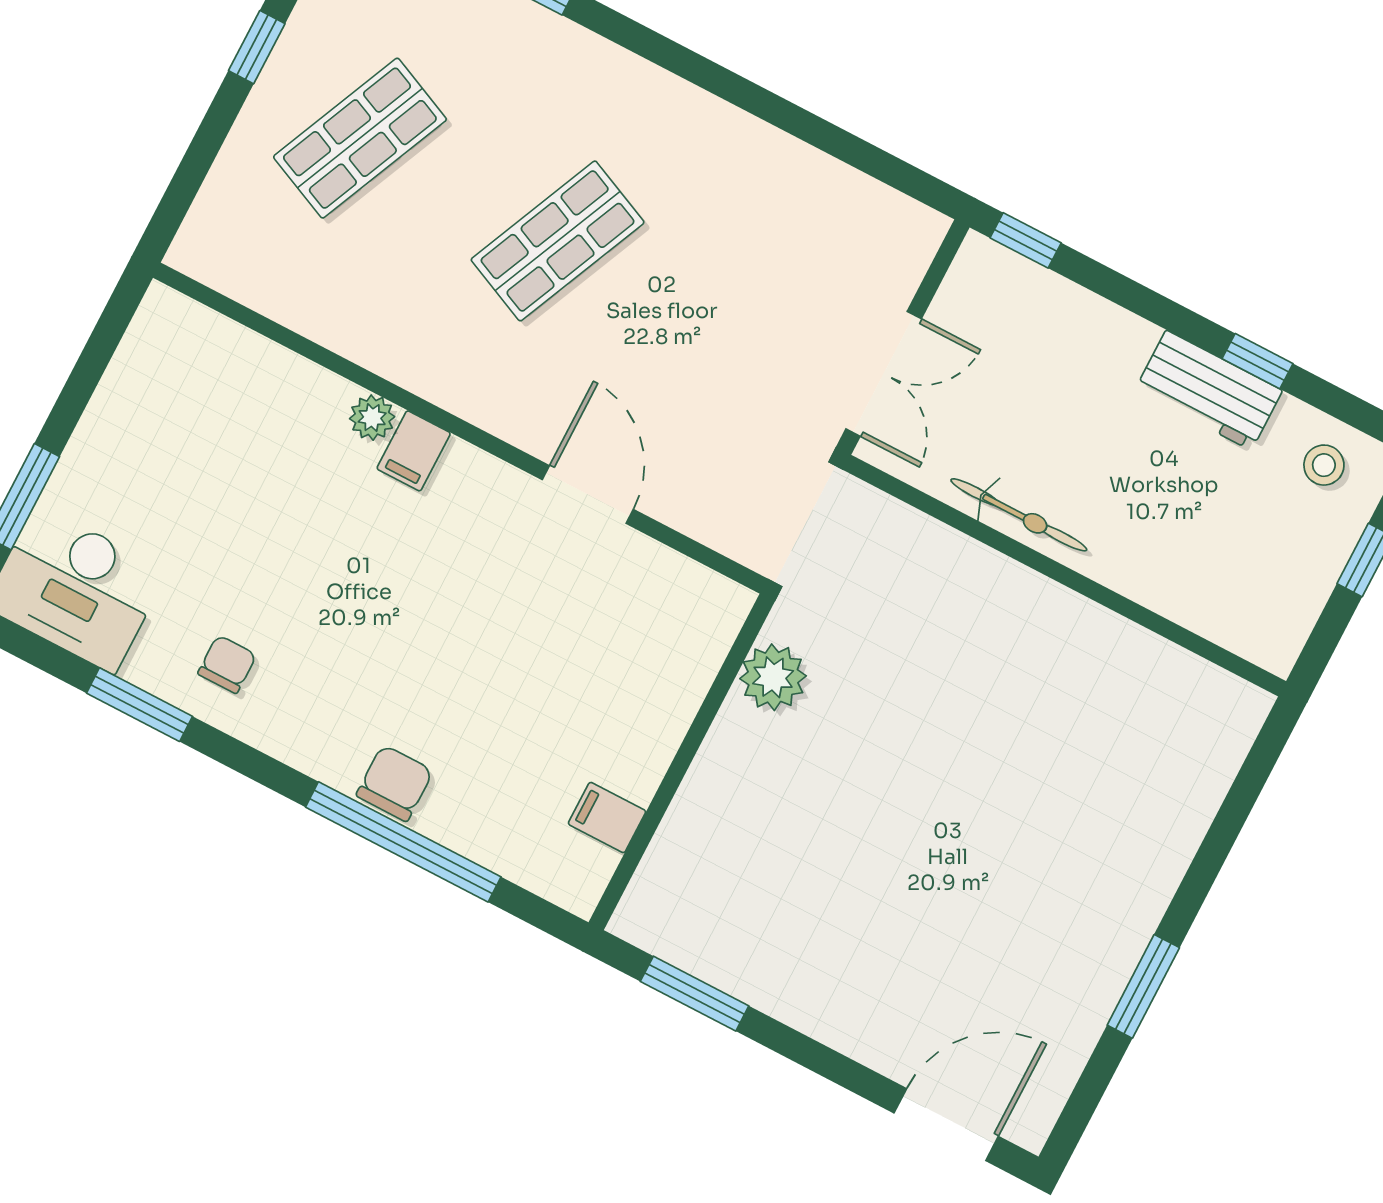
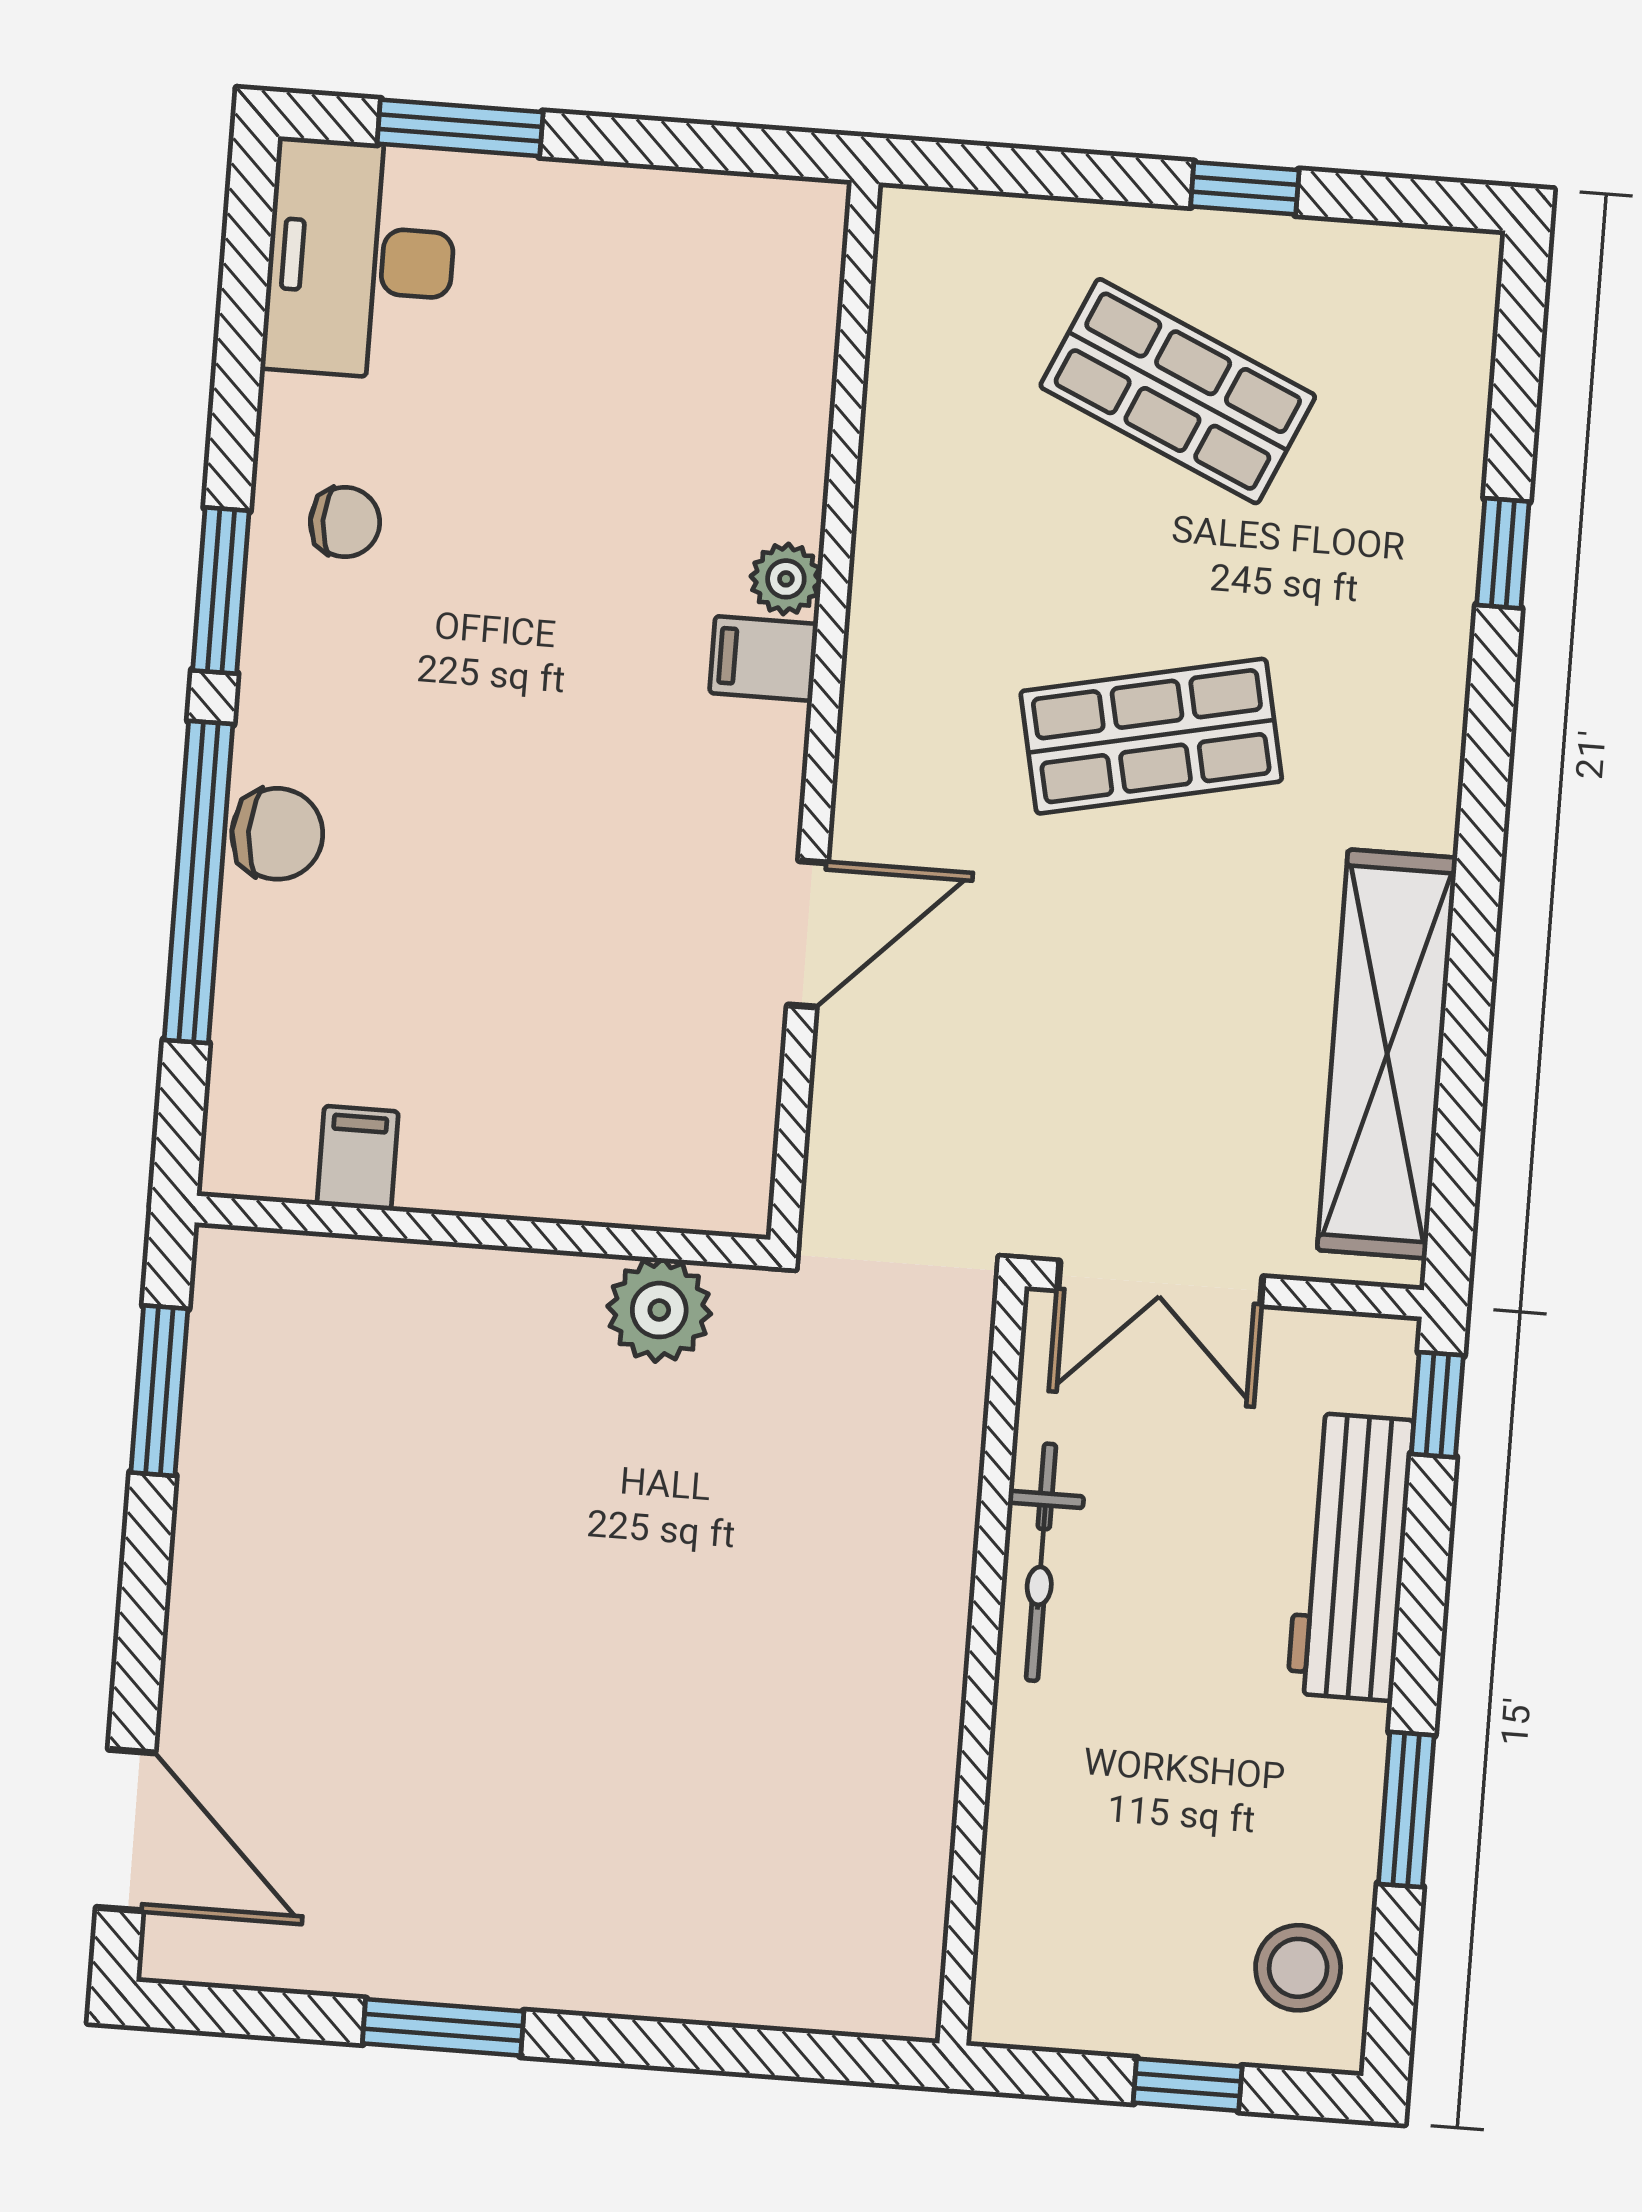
shelving: (805, 182) -> (1387, 1054), added
shop shelf: (558, 241) -> (1151, 736), turned -36
window: (1258, 361) -> (1406, 1810), width x1.50
workbench: (1209, 390) -> (1350, 1557), moved, width x1.37
stool: (1324, 465) -> (1298, 1968), width x1.37, depth x1.37
window: (140, 705) -> (221, 591), moved

